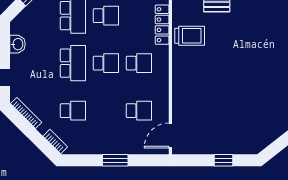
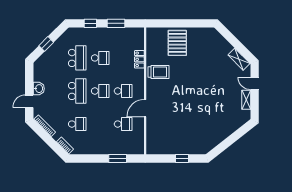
locker: (162, 25) -> (139, 59), width x0.66
washbasin: (18, 44) -> (39, 89), moved
door: (170, 135) -> (145, 108), moved
window: (115, 160) -> (118, 159), moved

